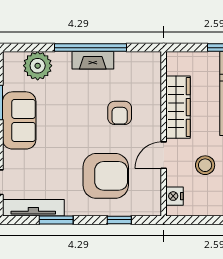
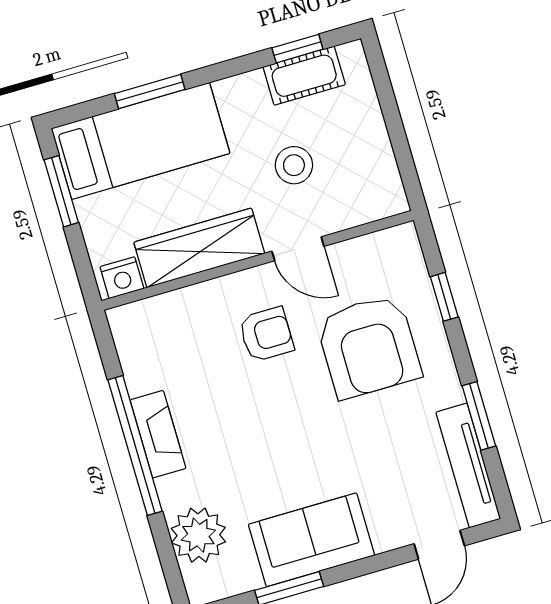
armchair: (120, 113) -> (266, 334), moved
armchair: (106, 176) -> (369, 347), turned 180
nightstand: (175, 196) -> (122, 278), moved

